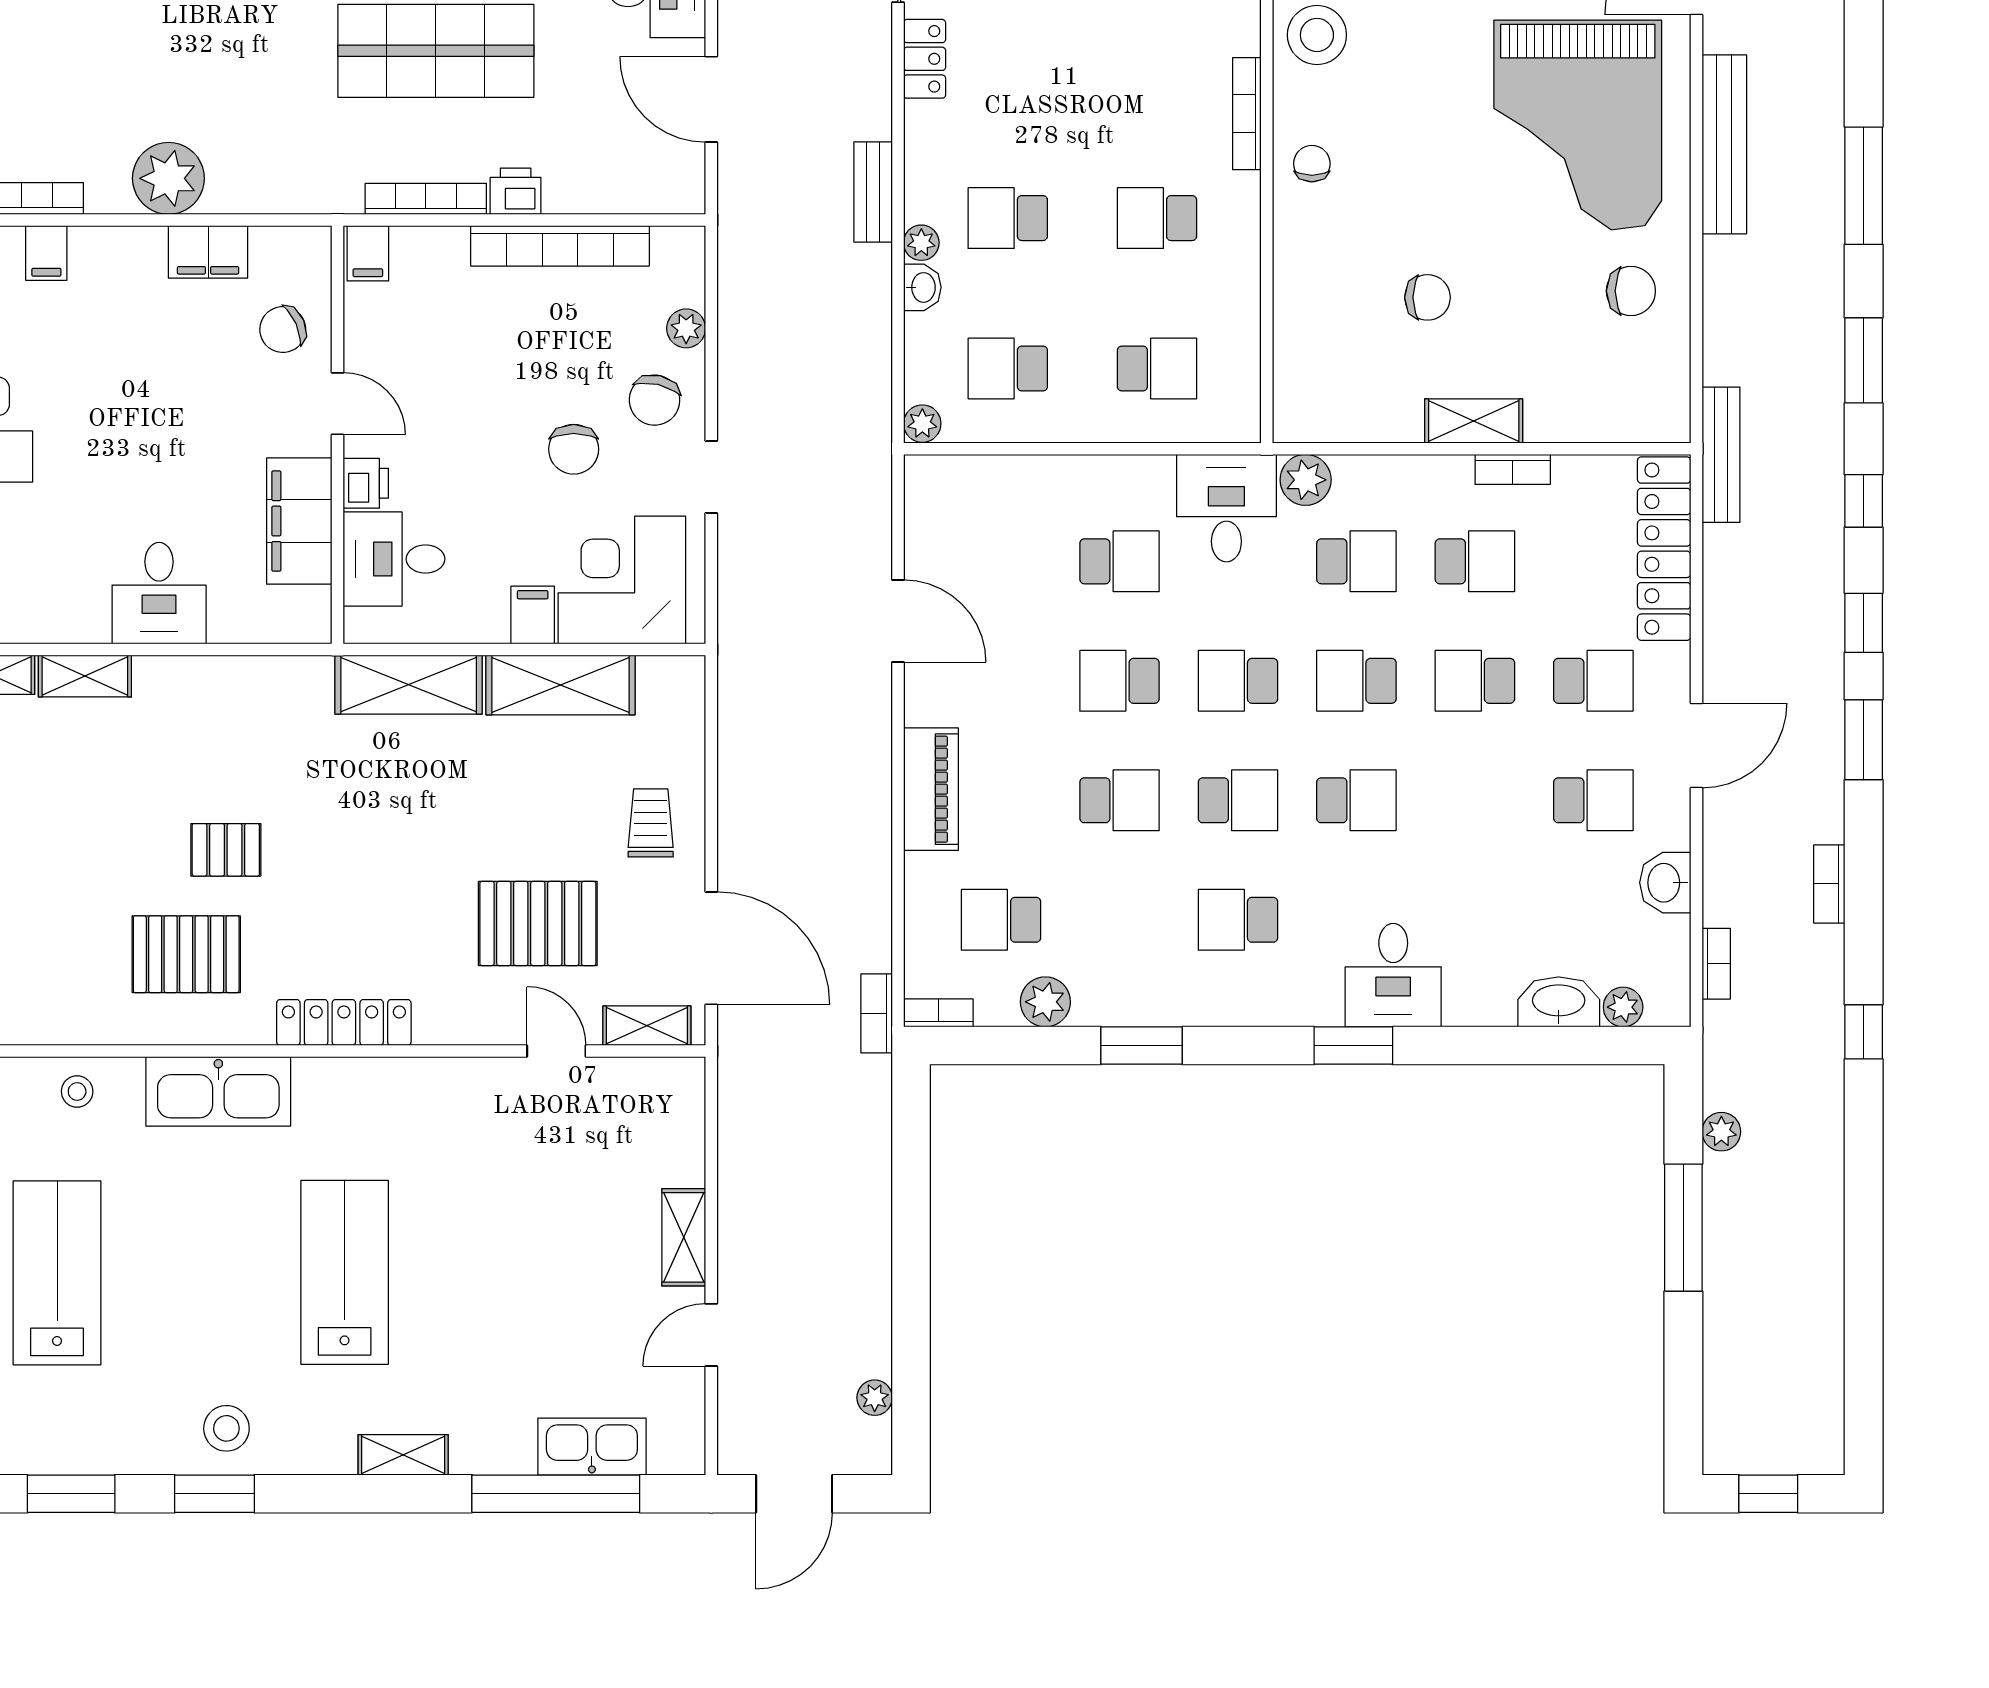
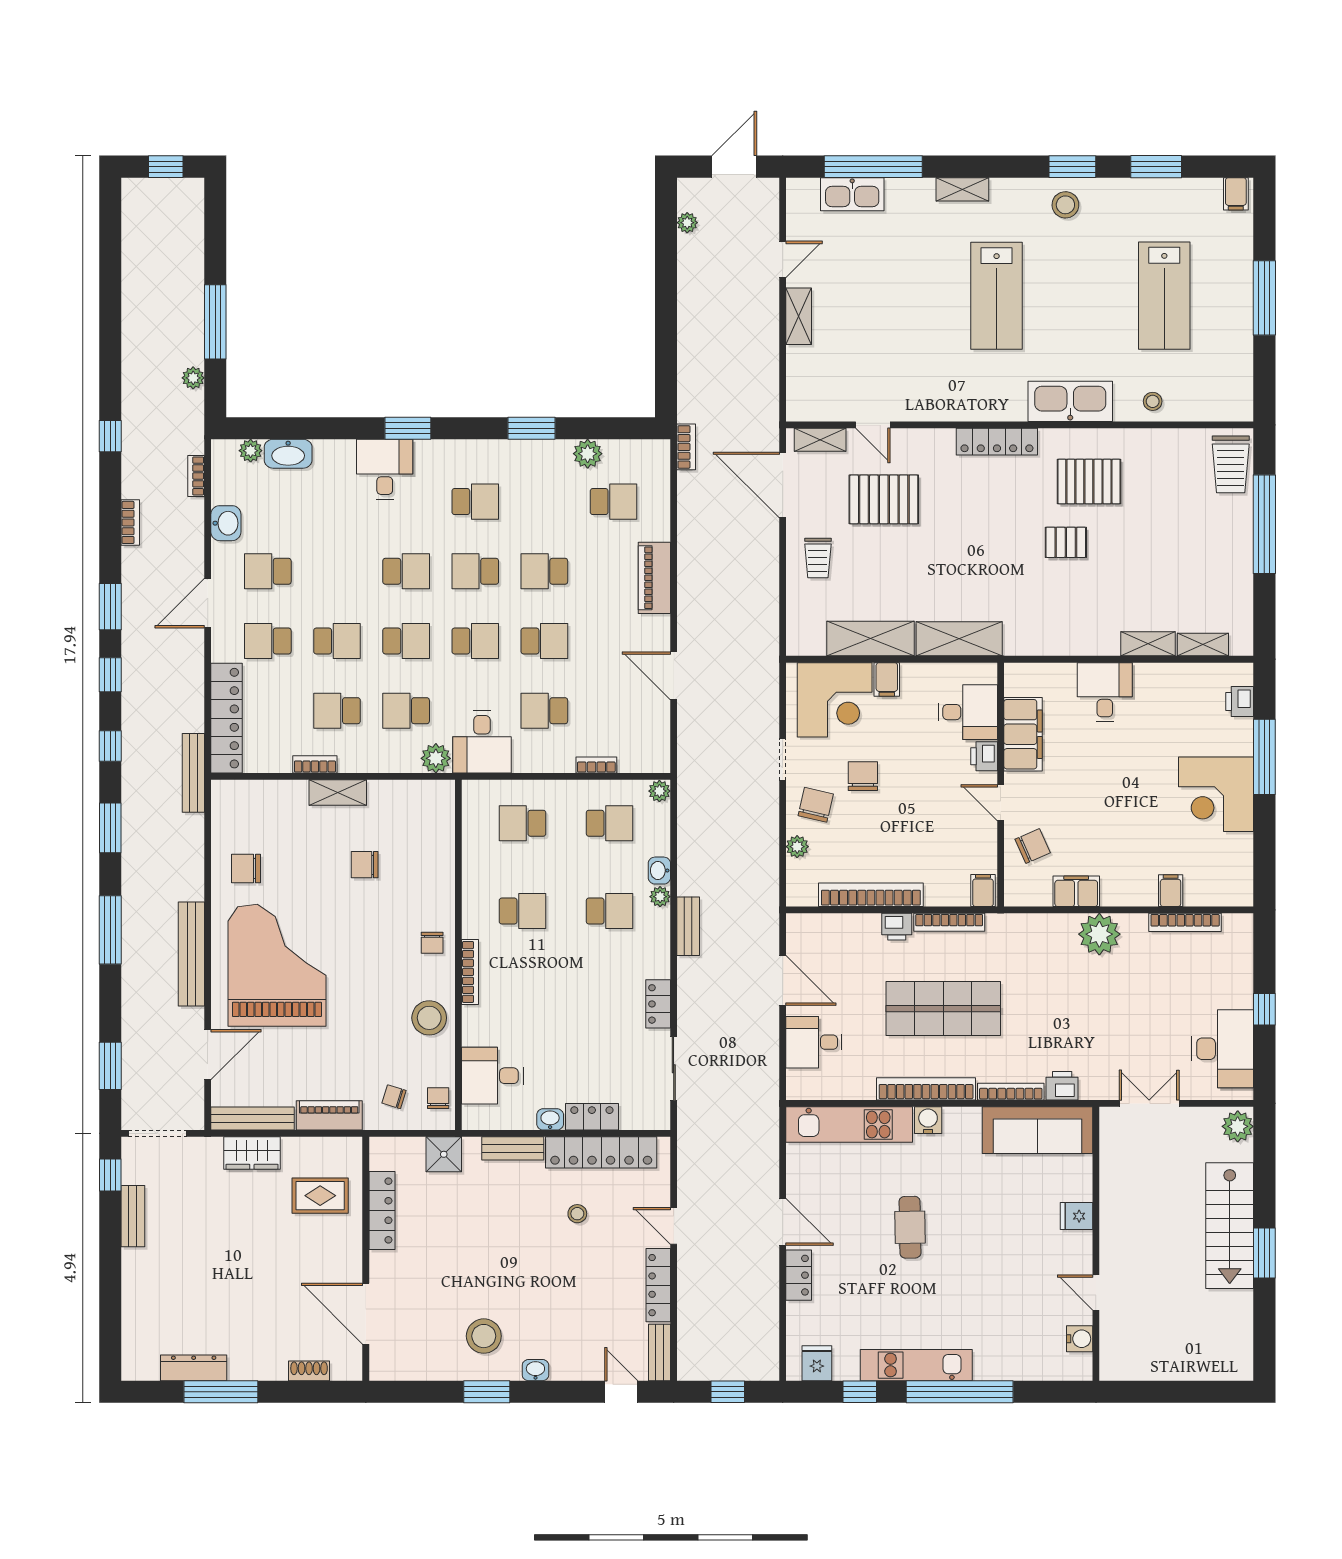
school desk: (1356, 800) -> (406, 571), turned 180
bookcase: (938, 1013) -> (596, 765), moved, turned 180

